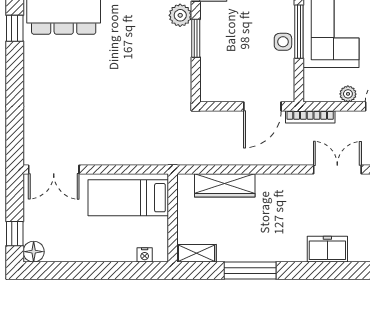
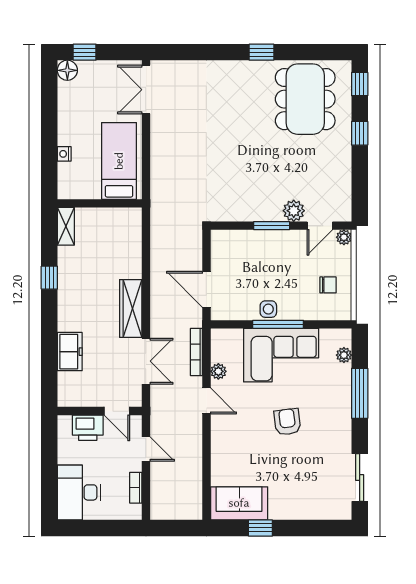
window: (15, 28) -> (262, 52), moved
bookcase: (310, 117) -> (196, 352), moved
wardrobe: (225, 185) -> (131, 308), moved
nightstand: (145, 255) -> (64, 154), moved
window: (250, 271) -> (49, 278), width x0.46

